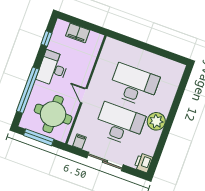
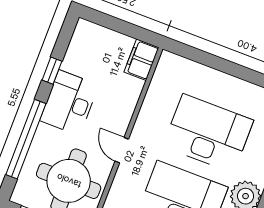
filing cabinet: (78, 33) -> (141, 60), moved, turned 90
window: (47, 39) -> (52, 71), moved

